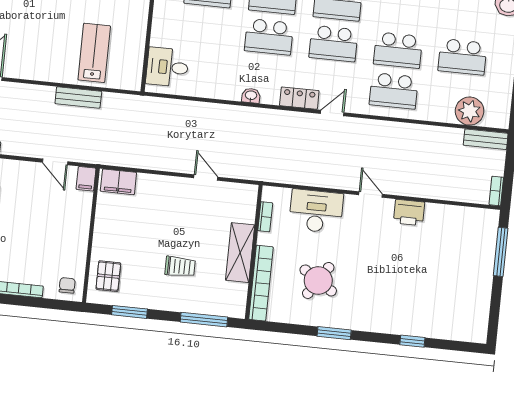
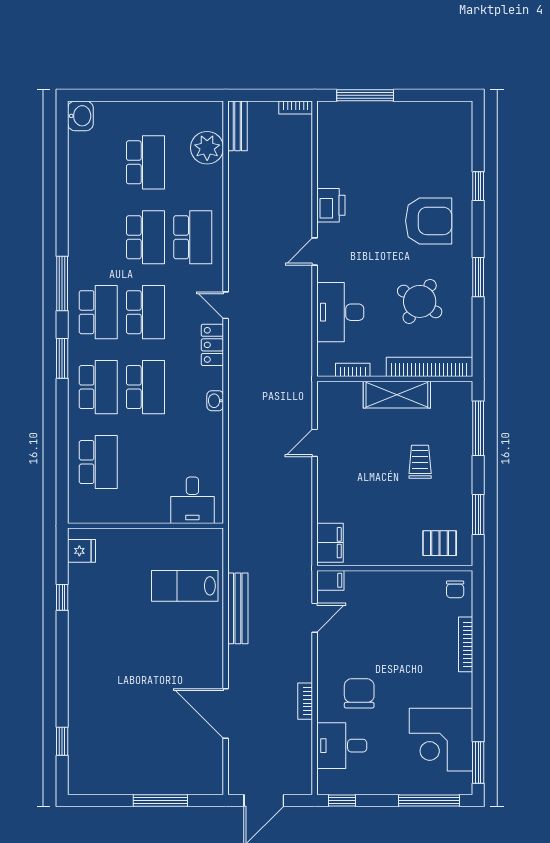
bench: (78, 97) -> (238, 608), width x1.36
chair: (67, 285) -> (455, 589), turned -90
armchair: (387, 295) -> (429, 221), added

